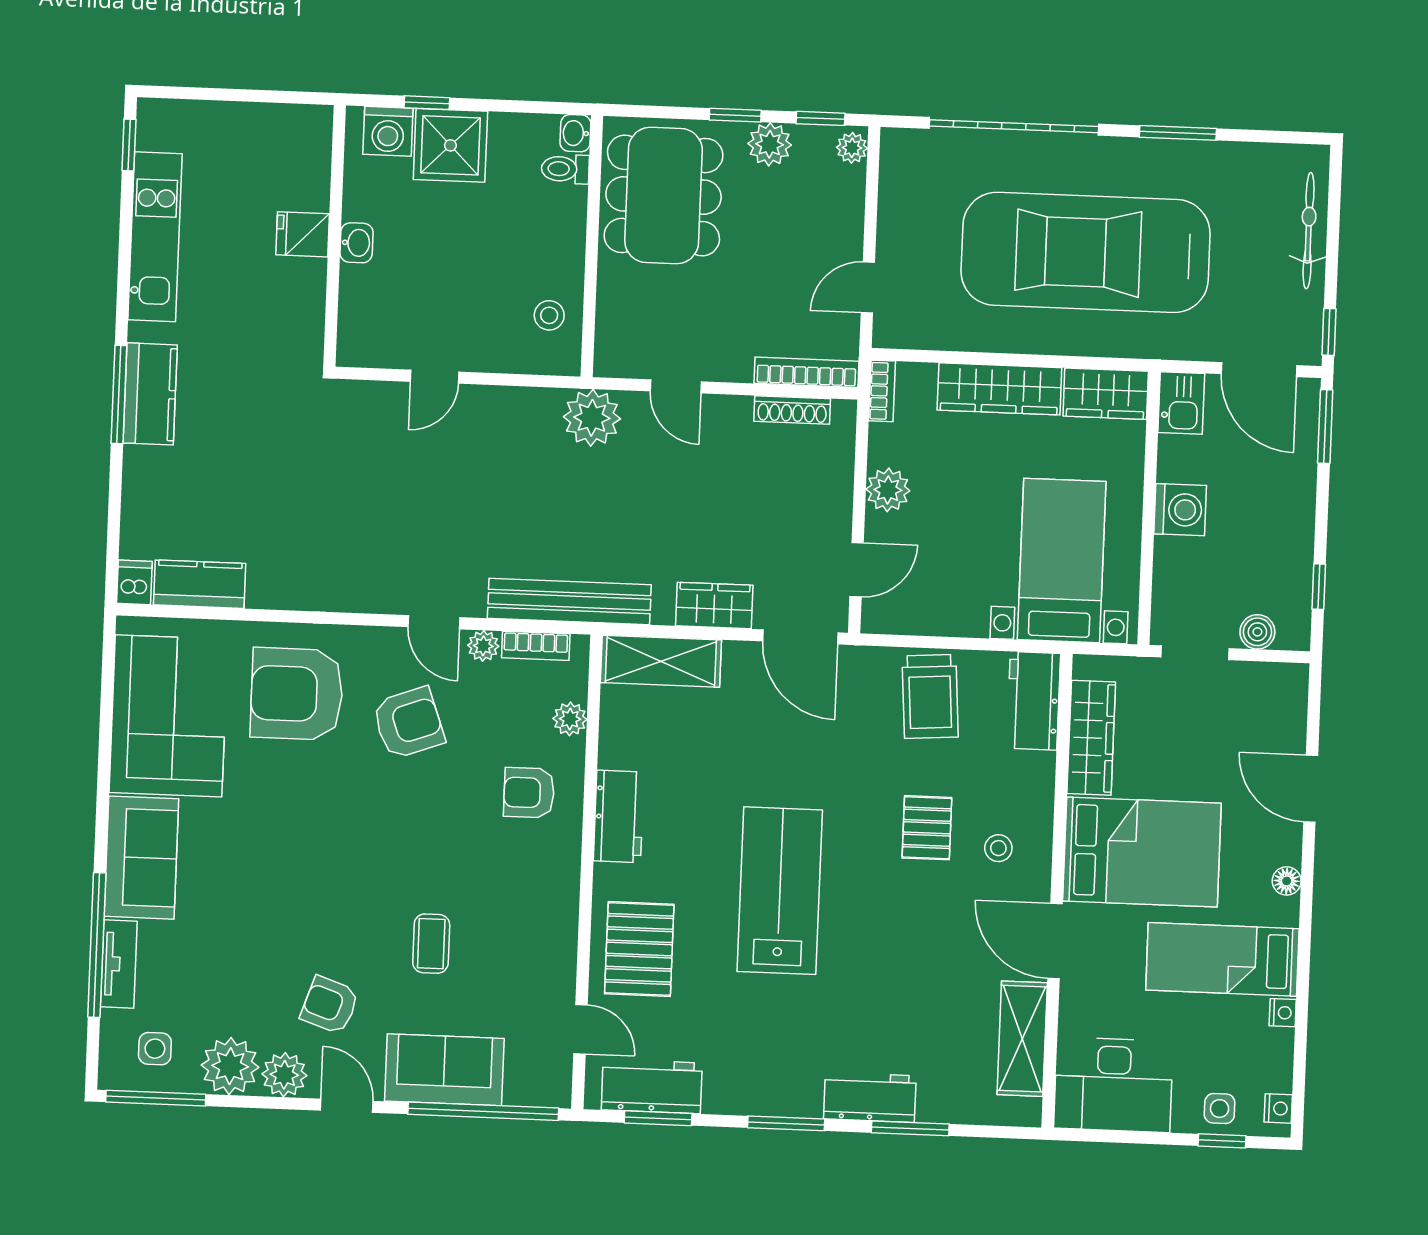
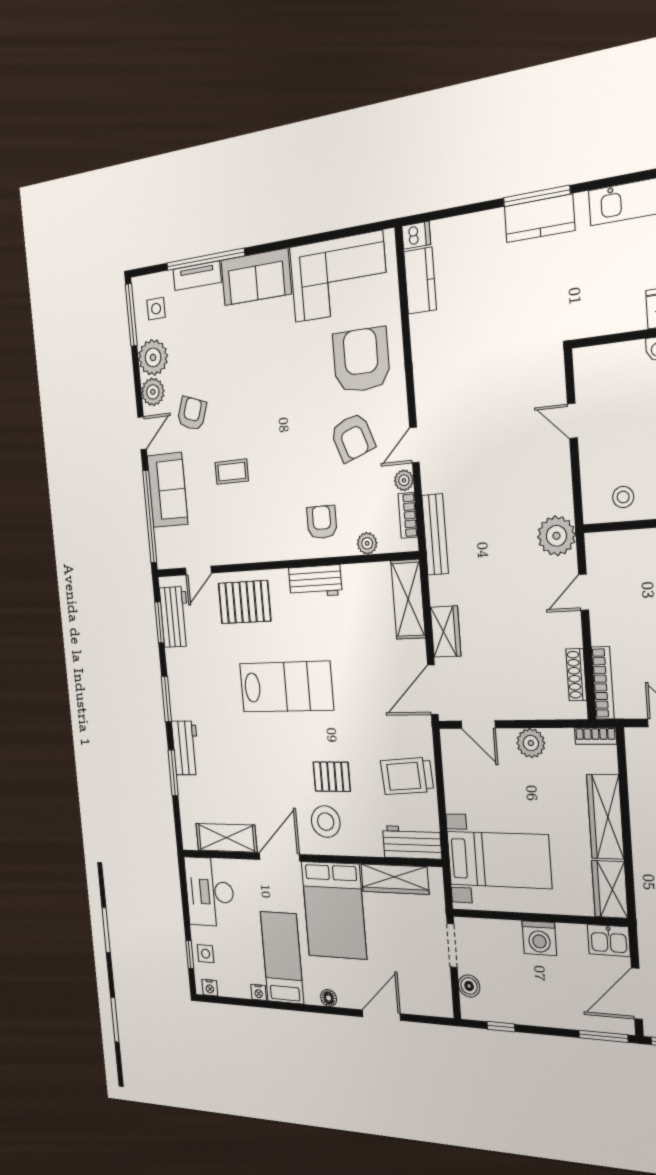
bench: (569, 601) -> (435, 535), width x0.73, depth x0.82
stool: (998, 848) -> (326, 822), width x1.89, depth x1.89

